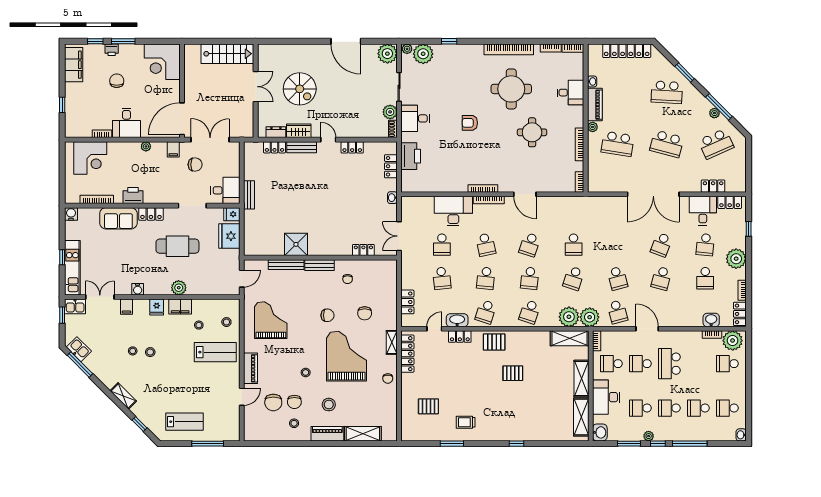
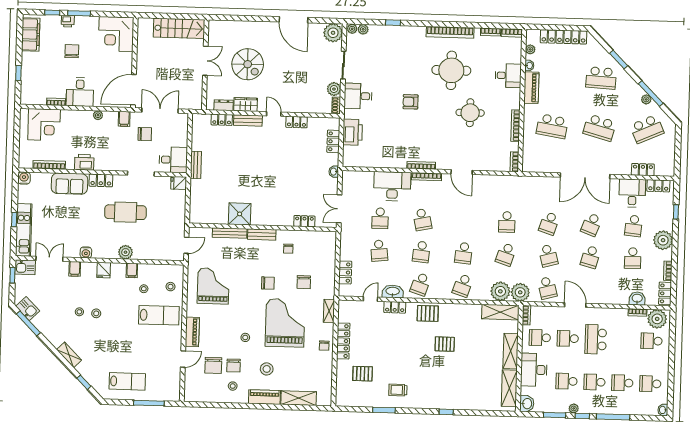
plant: (423, 54) -> (363, 29), width x0.53, depth x0.53
plant: (593, 127) -> (530, 49), moved
fridge: (229, 236) -> (176, 204), removed
school desk: (530, 245) -> (549, 223), moved
filing cabinet: (180, 306) -> (132, 270), width x0.50
locker: (407, 354) -> (343, 341), moved

